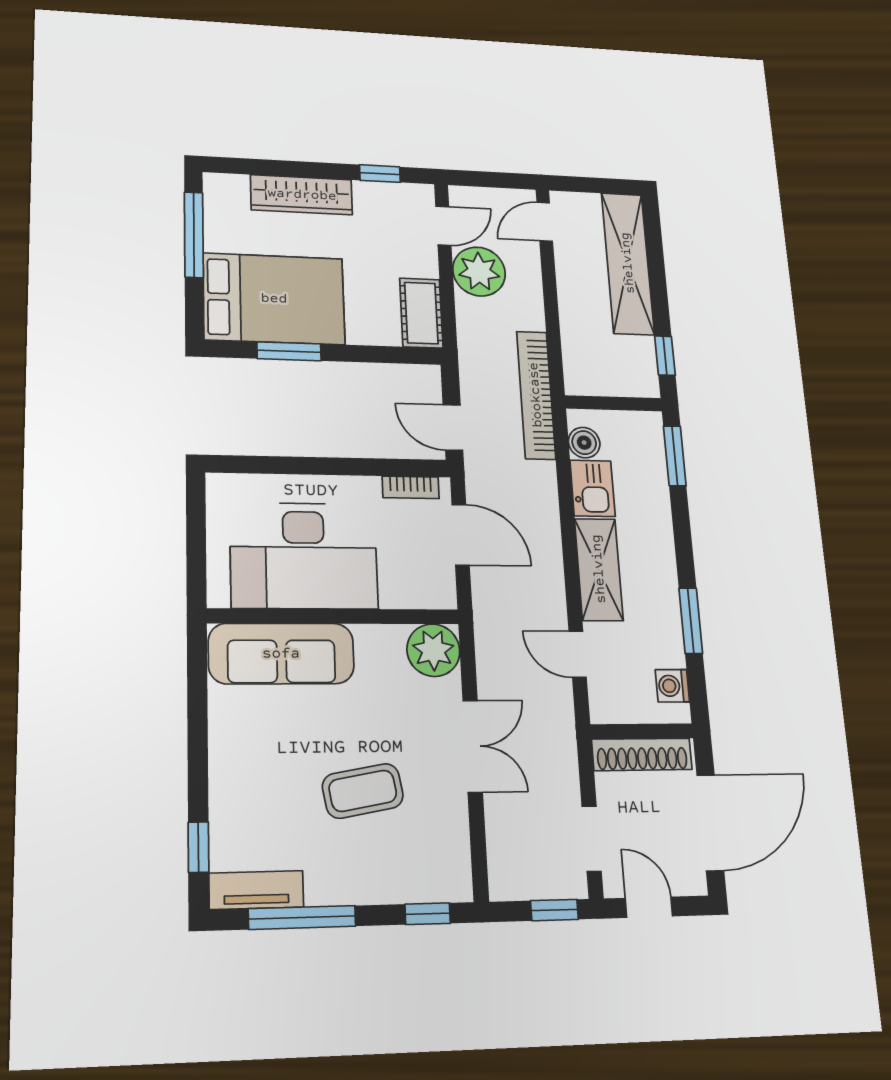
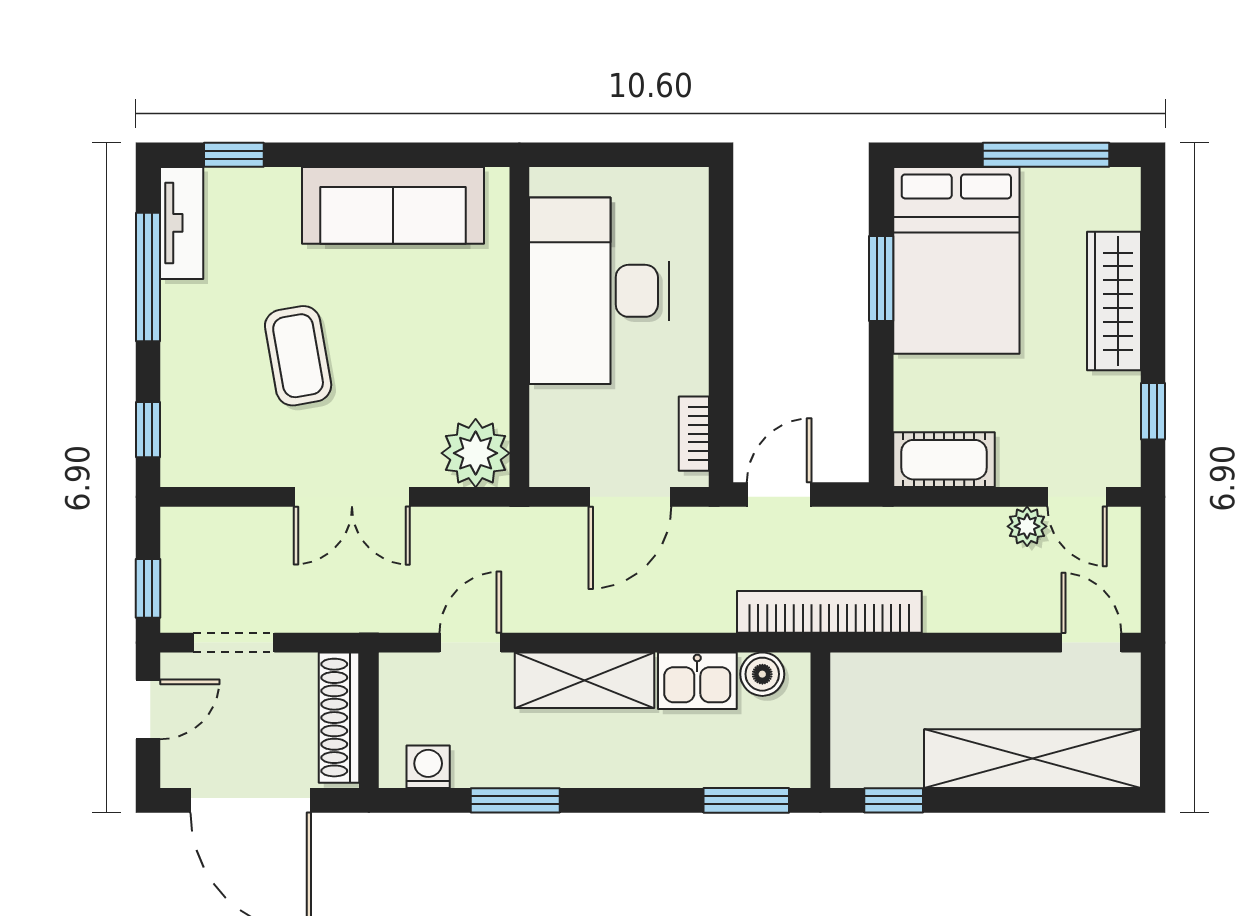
plant: (479, 272) -> (1027, 526), width x0.53, depth x0.53
sofa: (281, 654) -> (393, 205), moved, turned -90

